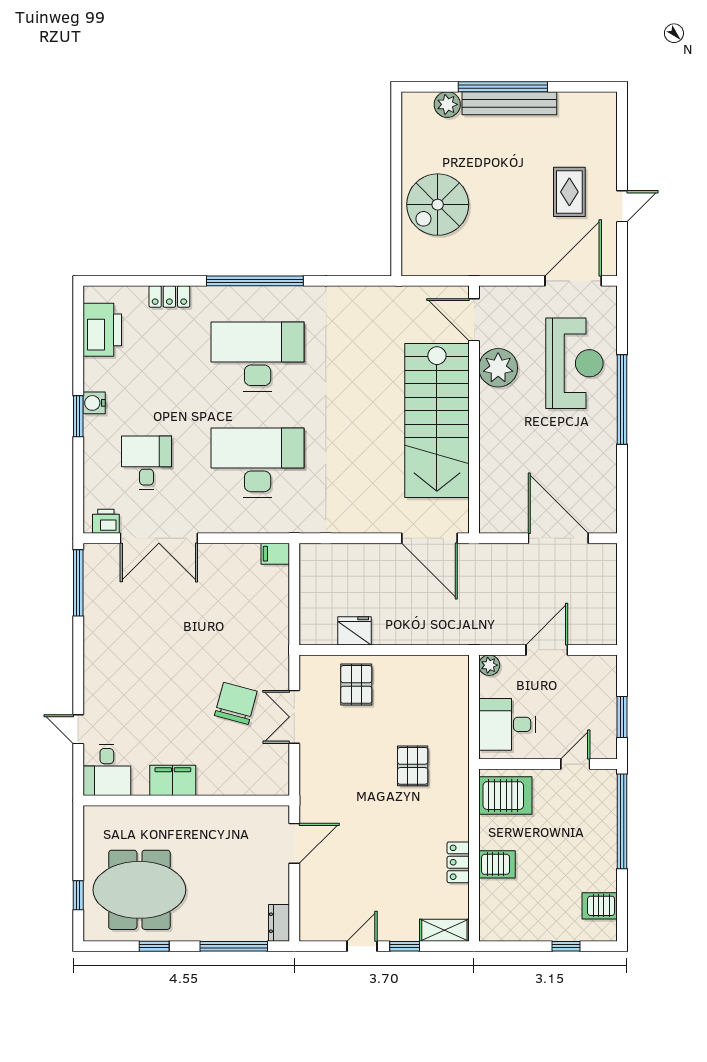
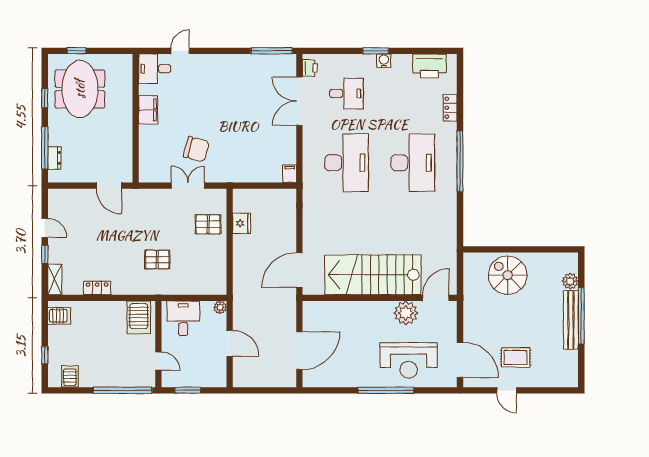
server rack: (497, 864) -> (59, 316), moved, turned -90
dresser: (279, 923) -> (54, 158), moved, turned 90

